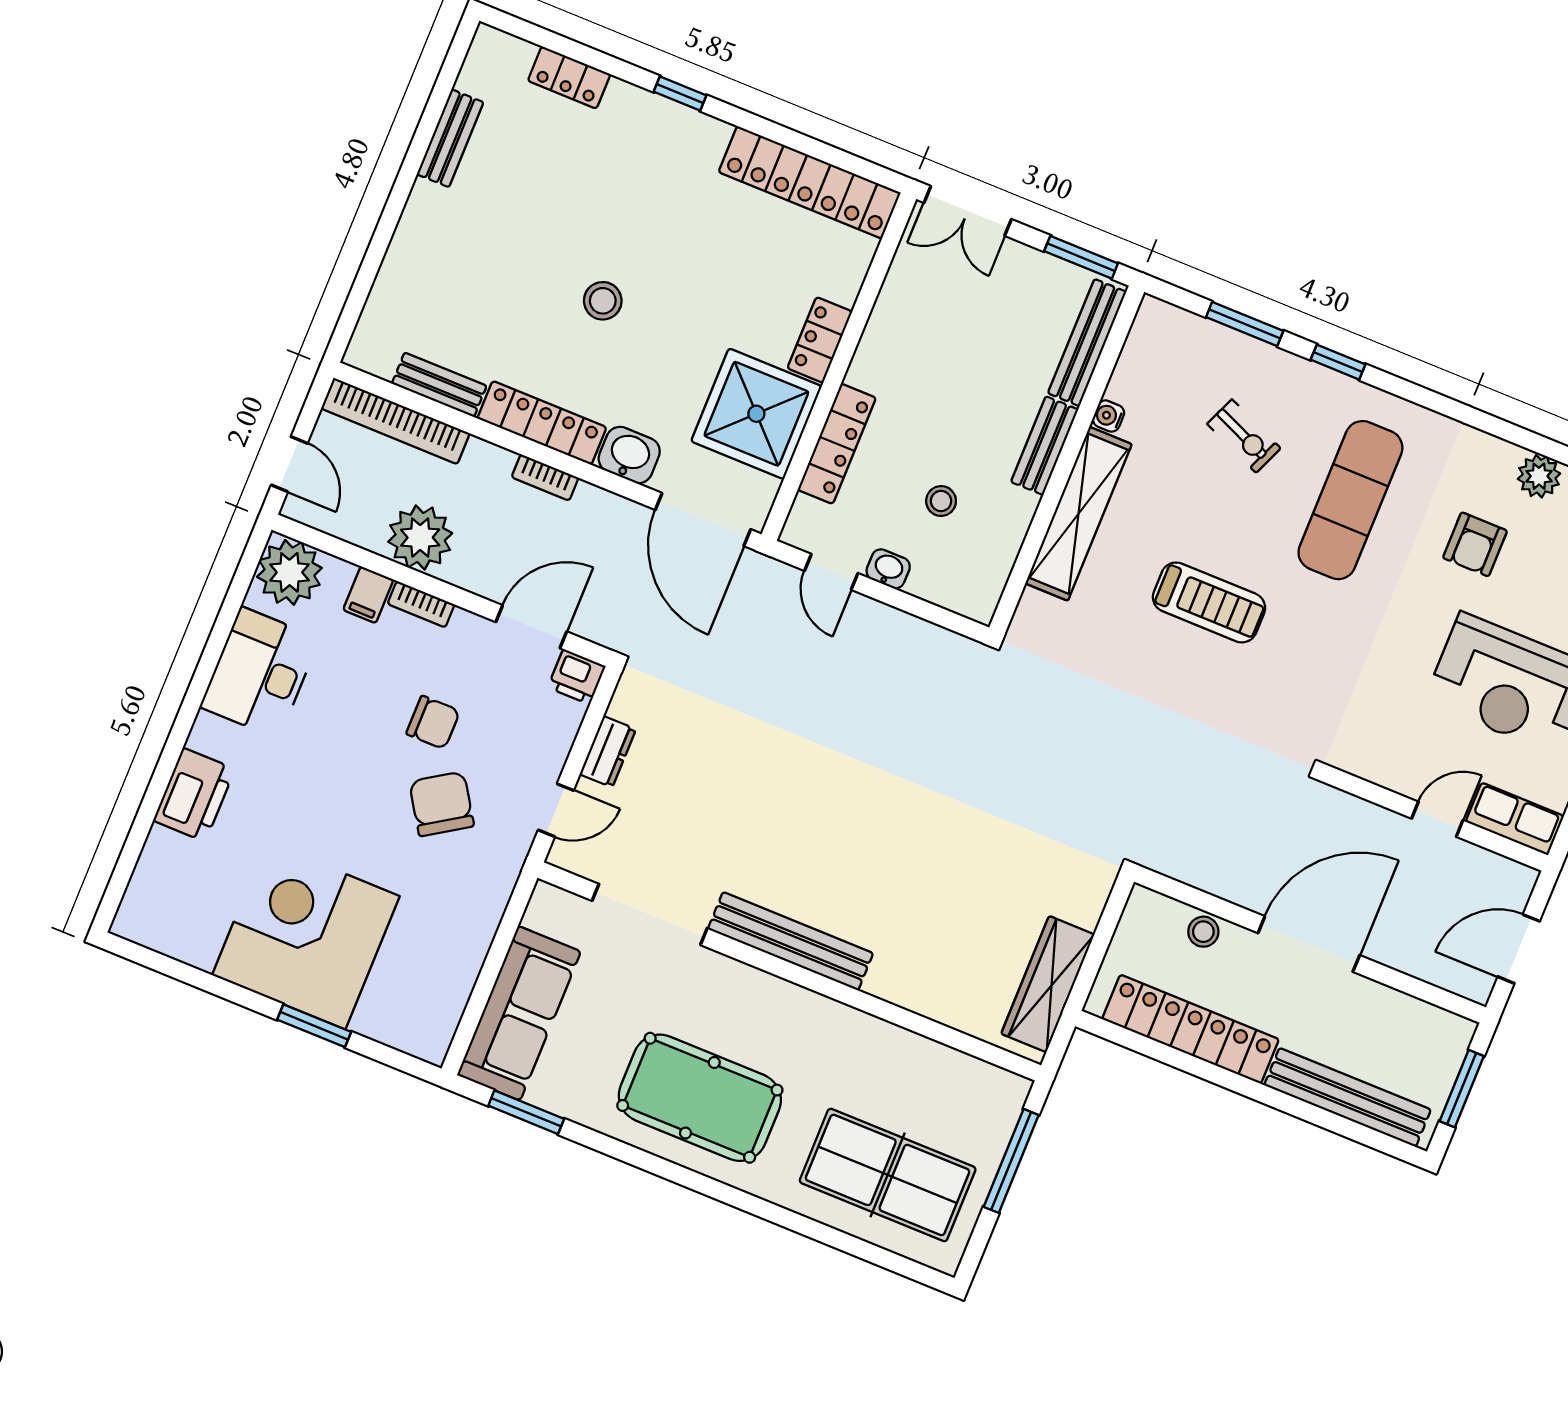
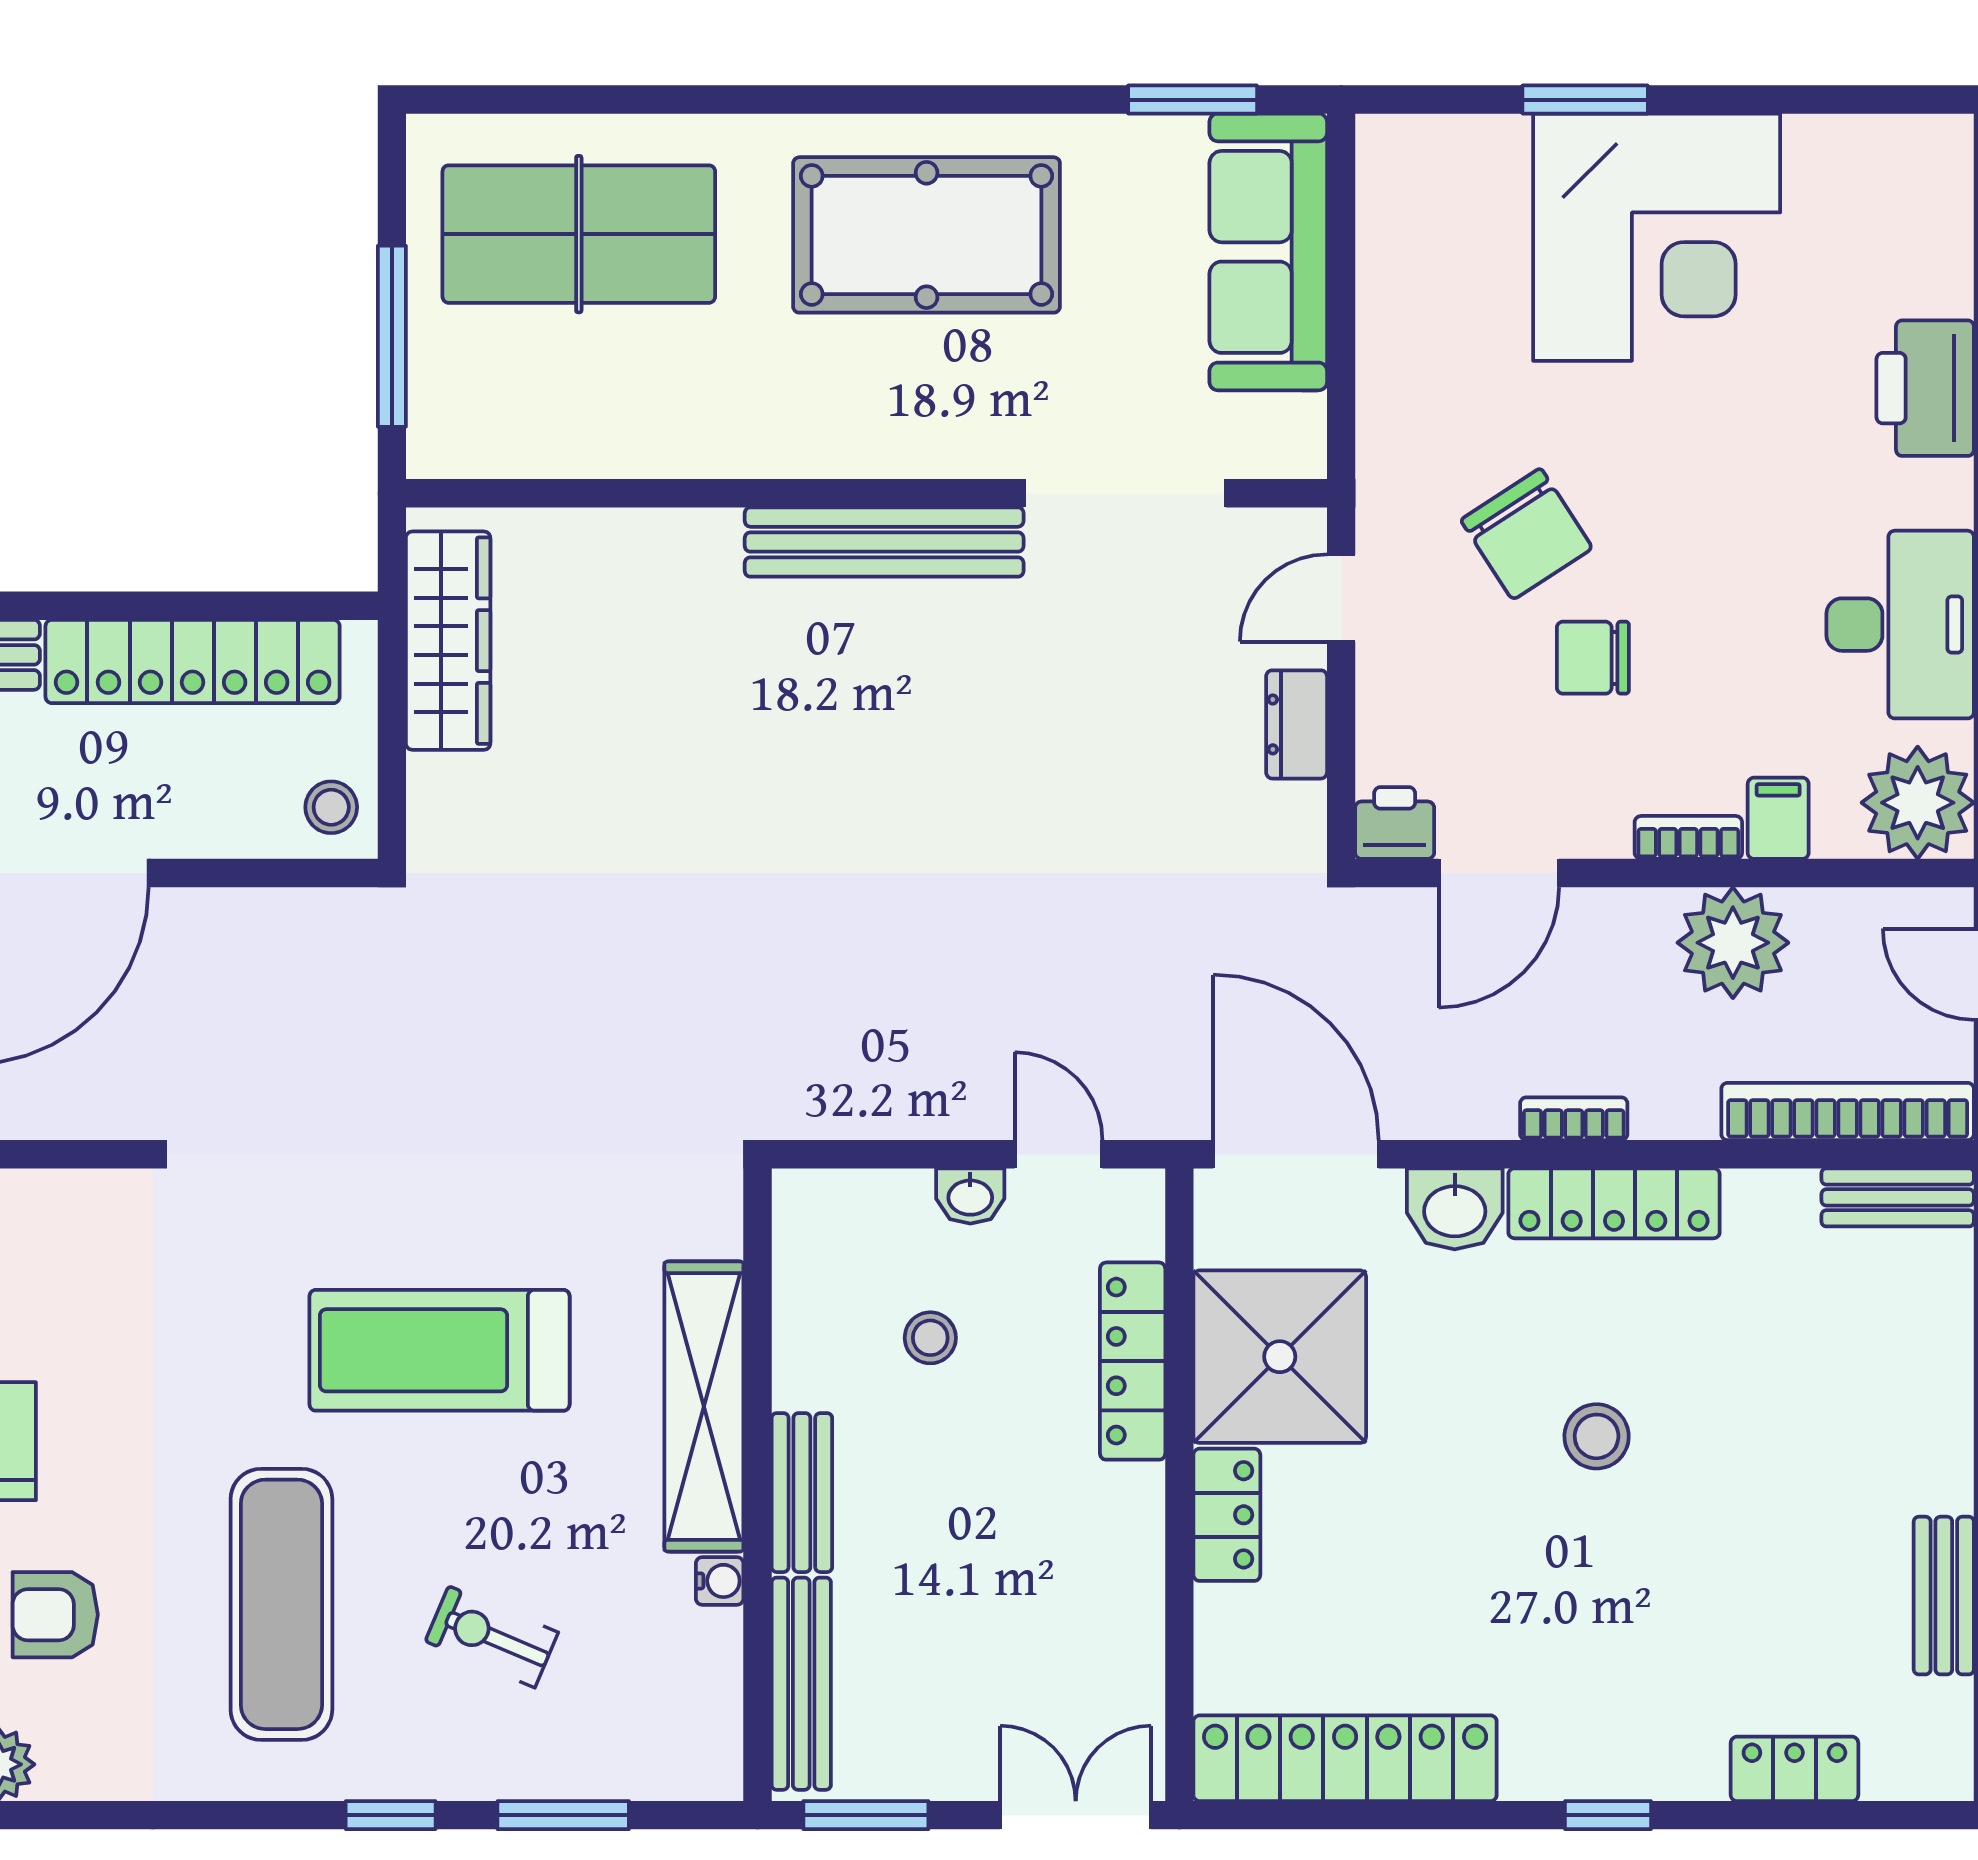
bench: (439, 385) -> (1898, 1197), moved
armchair: (1475, 544) -> (55, 1615), turned -90
treadmill: (1209, 602) -> (439, 1350), width x1.37, depth x1.38
stool: (1203, 932) -> (331, 807), moved

